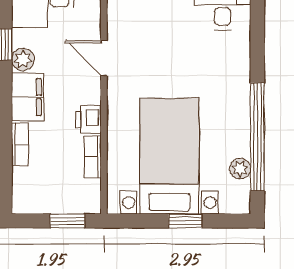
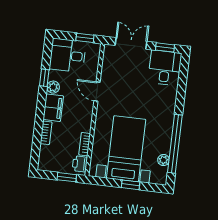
printer: (88, 120) -> (80, 164), moved

